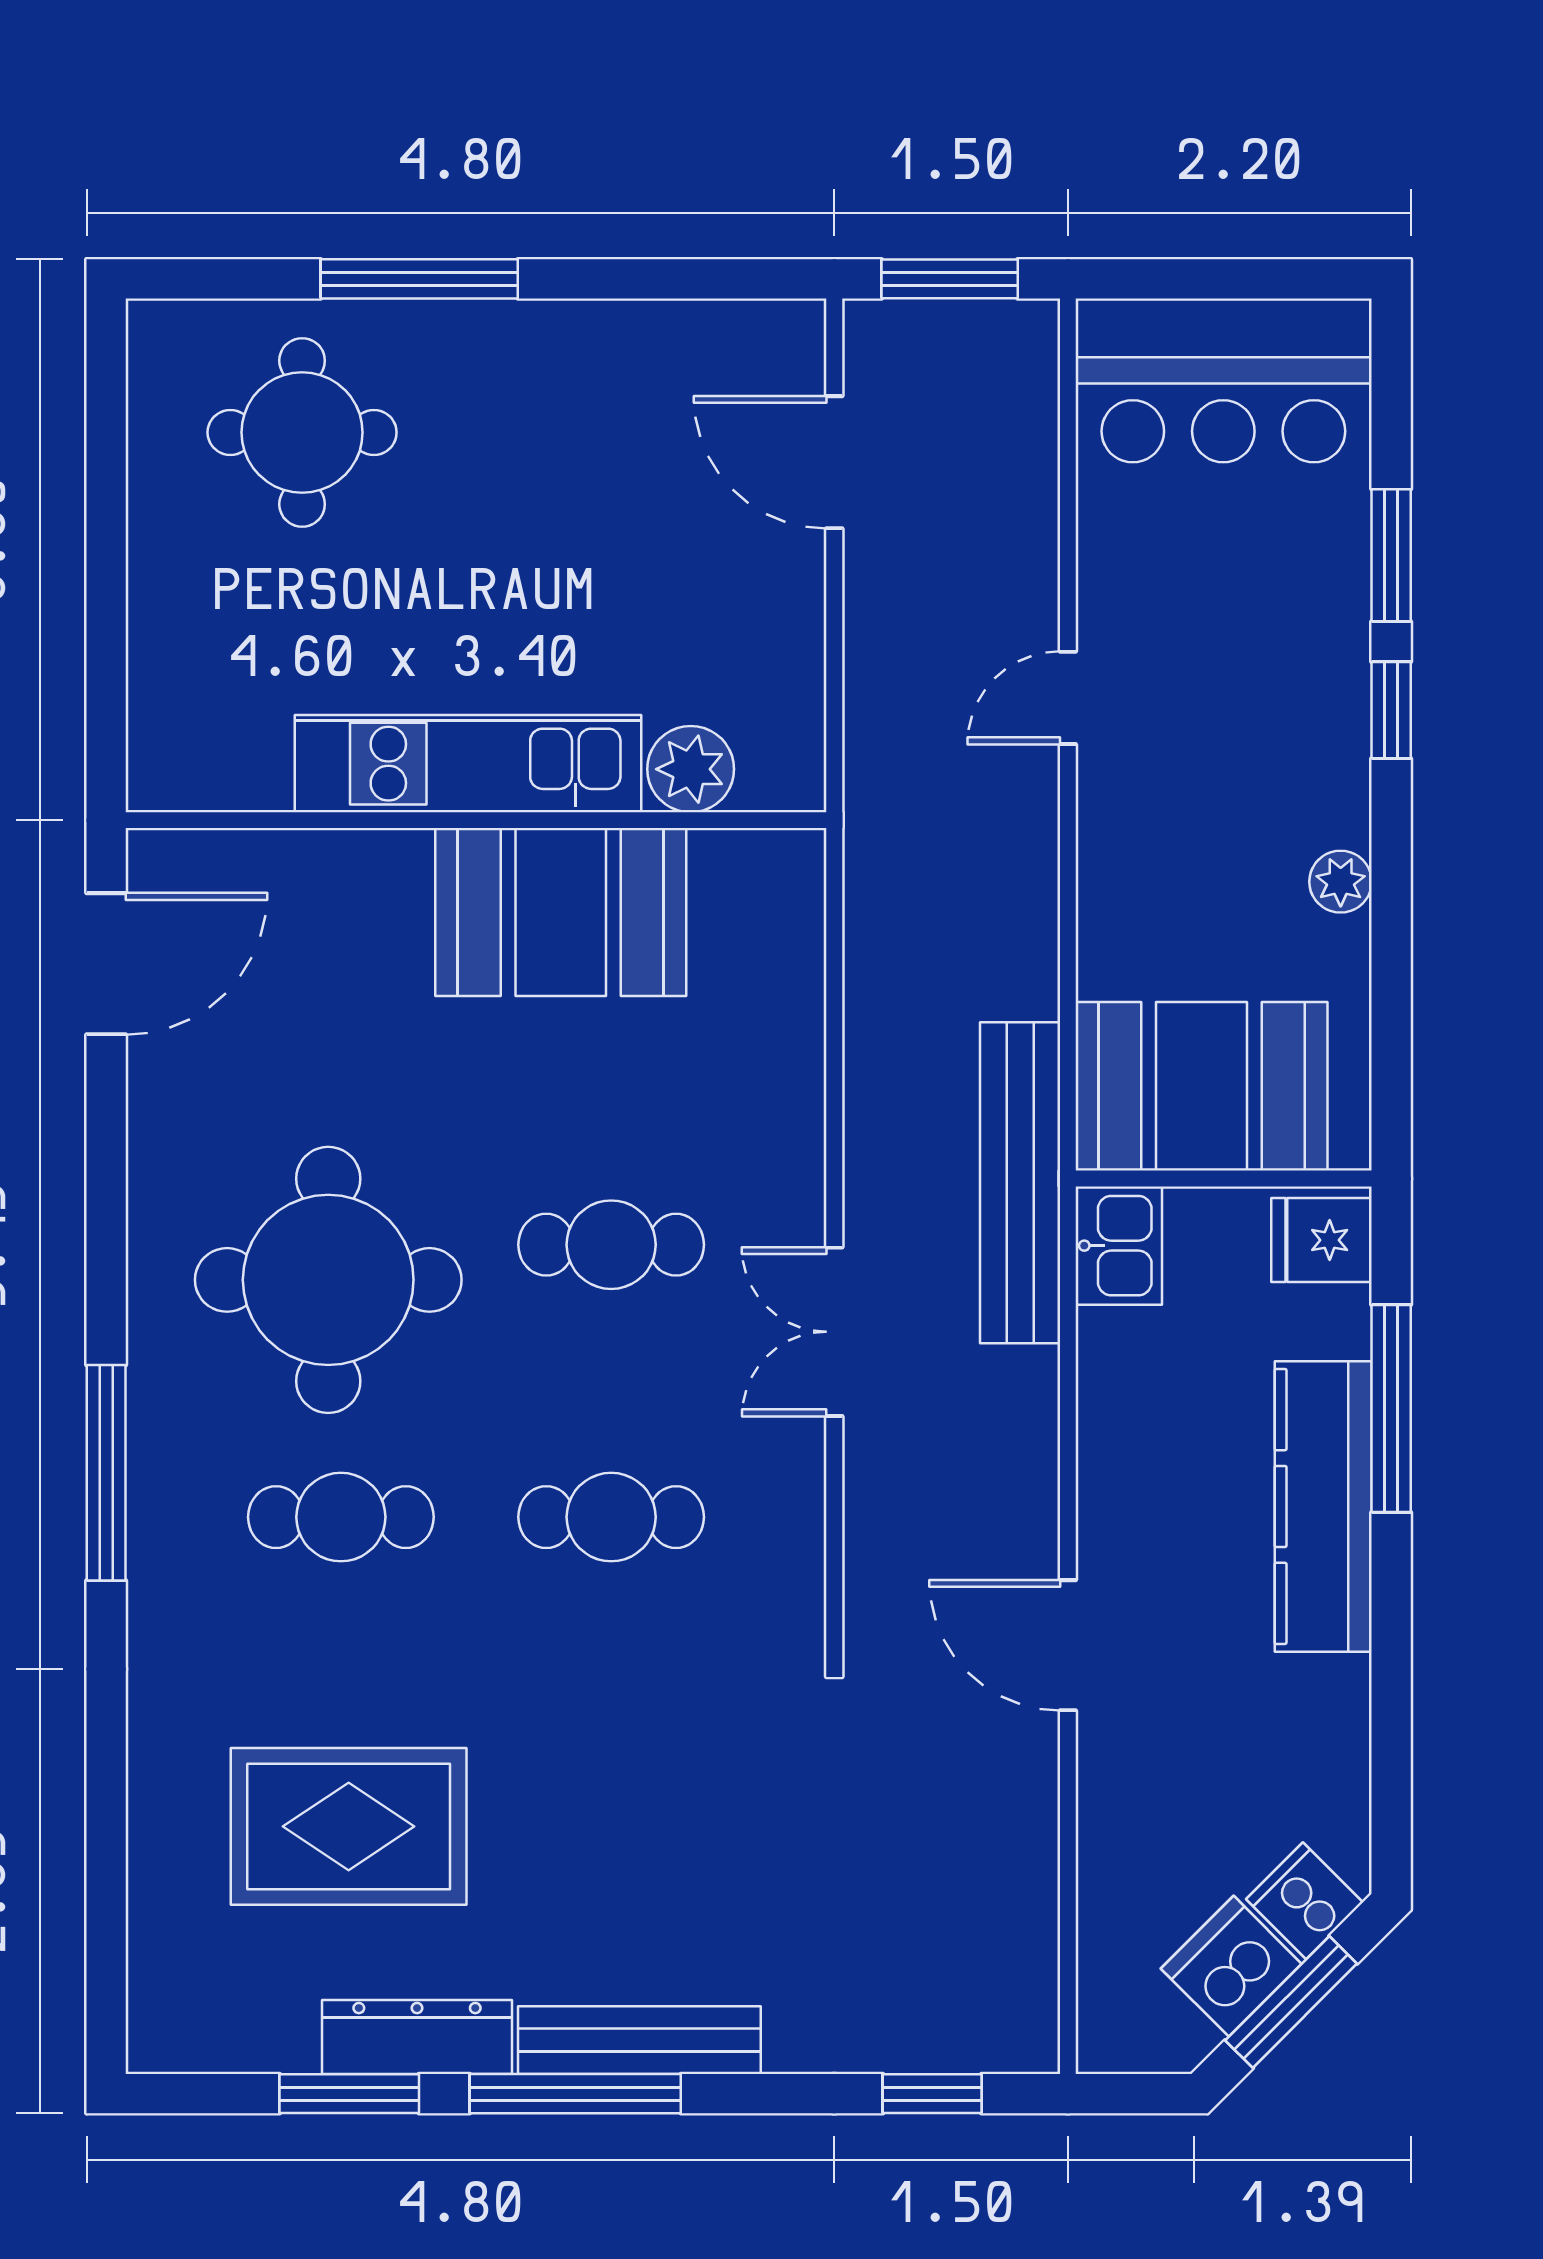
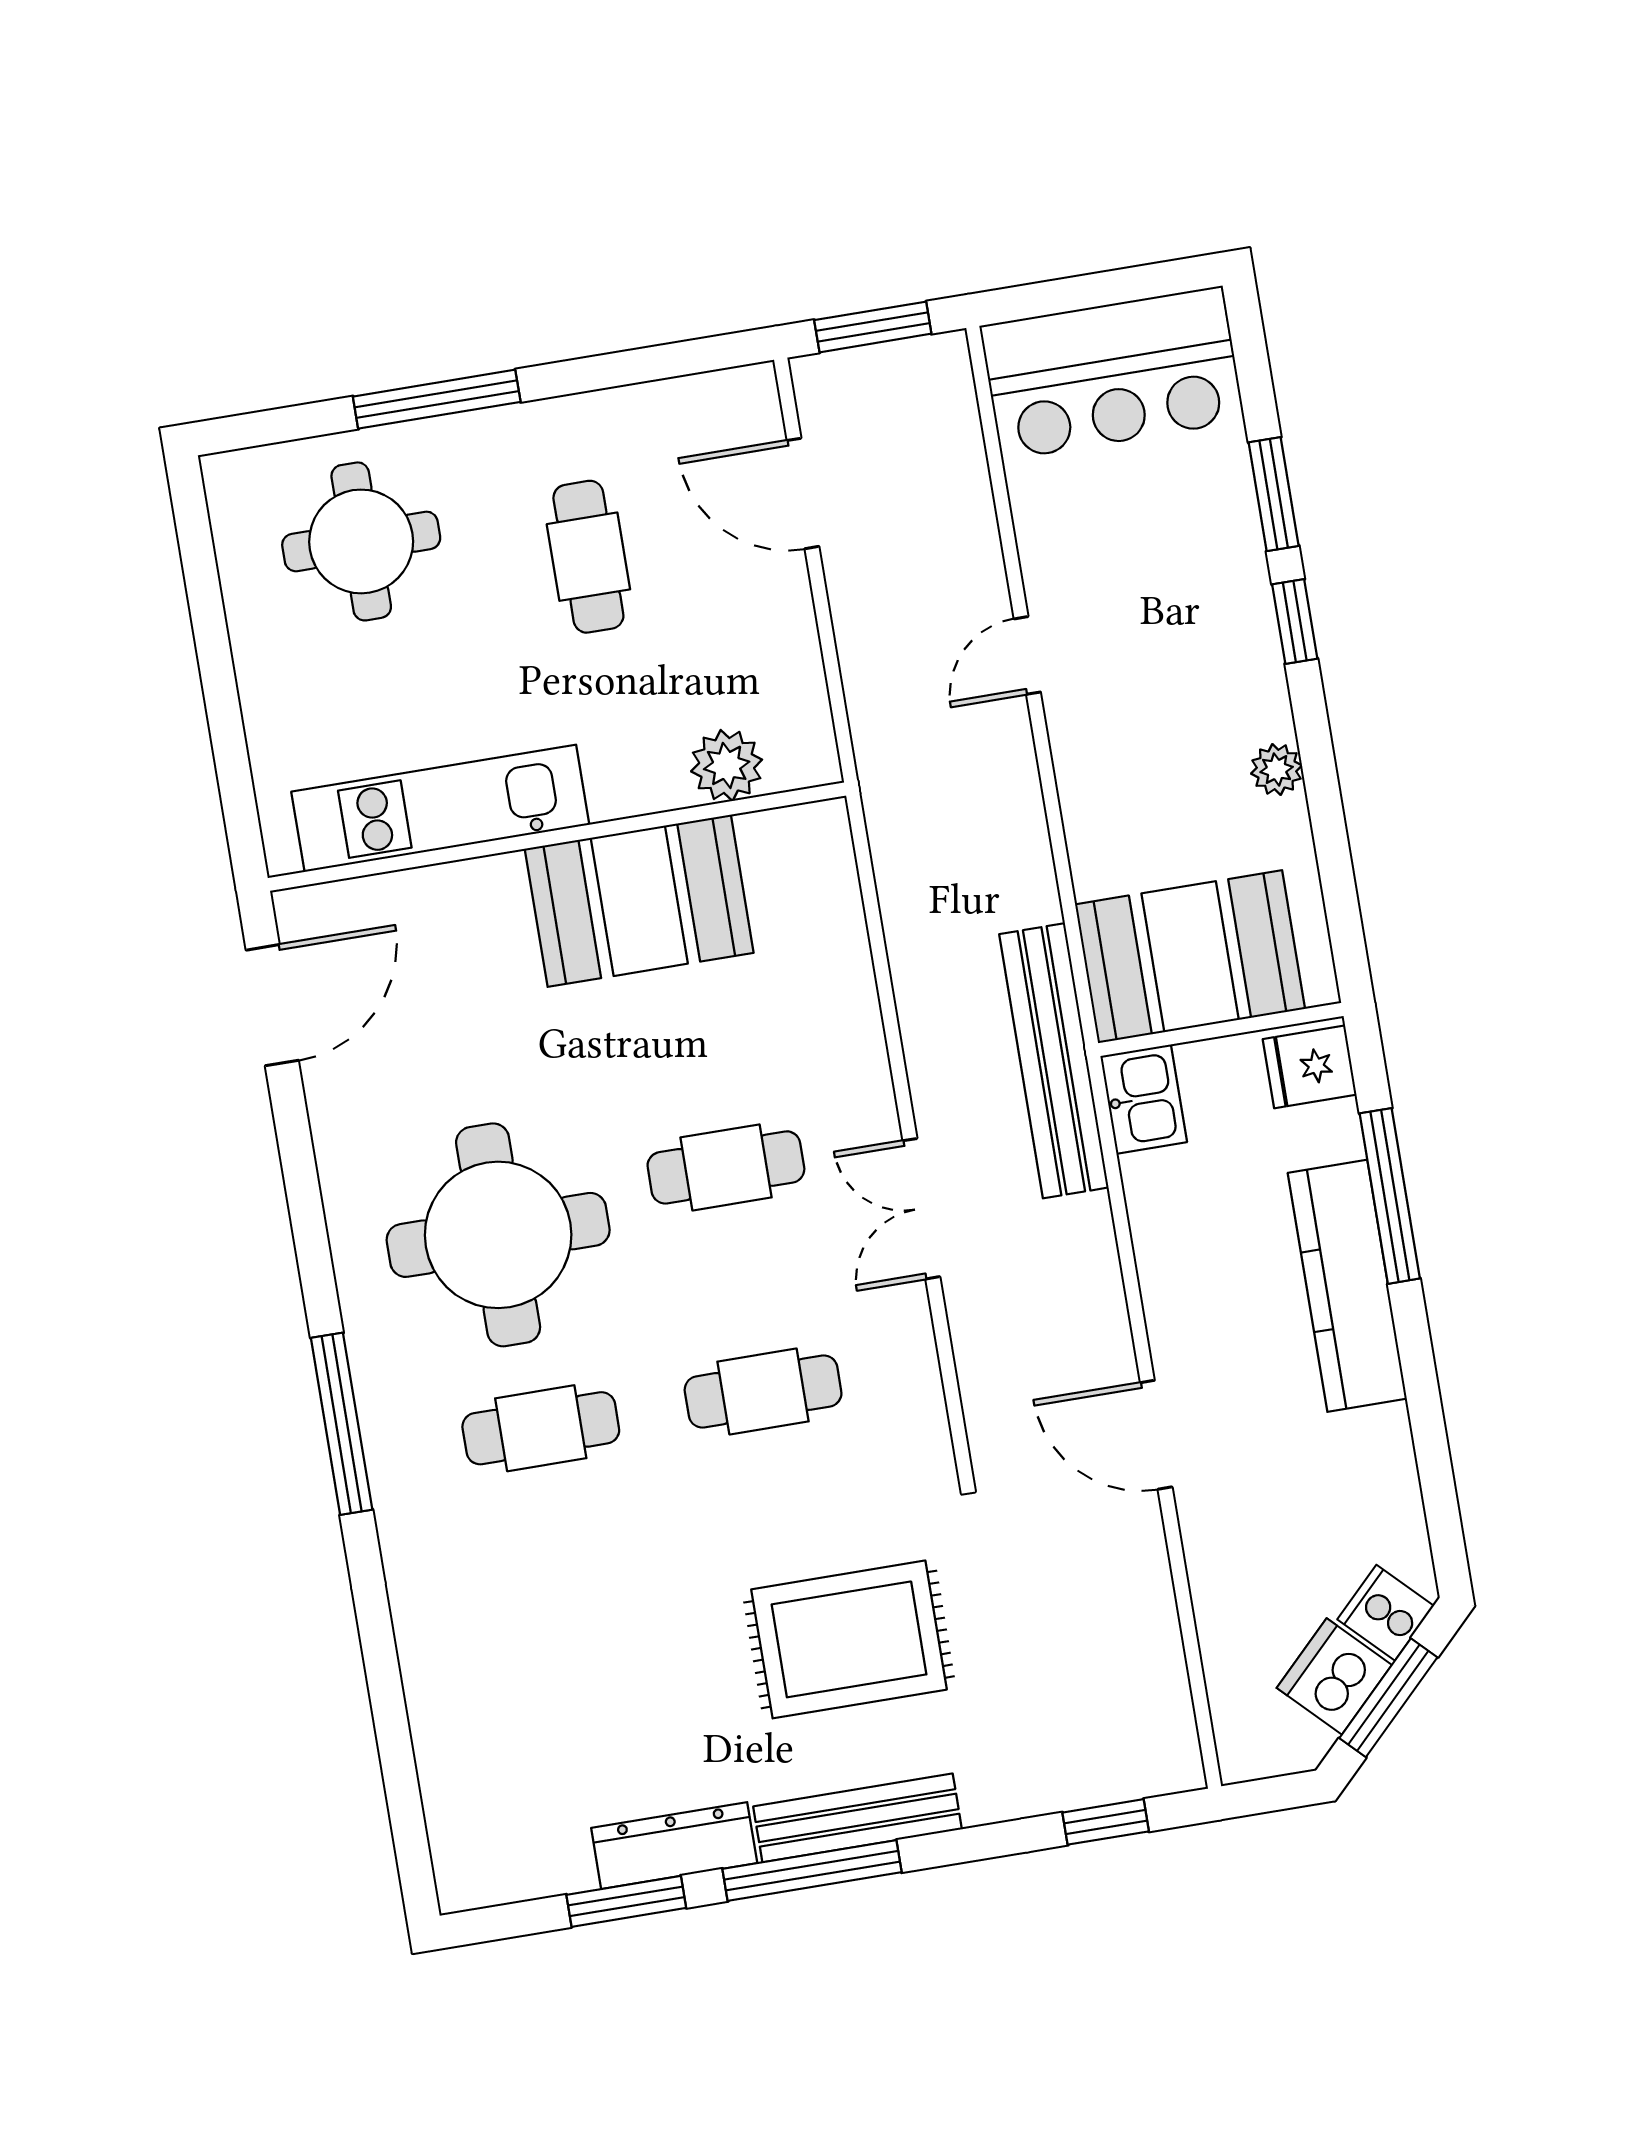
cafe table: (568, 495) -> (588, 557), added
kitchen unit: (468, 764) -> (440, 808), moved
rug: (349, 1826) -> (849, 1639), moved

